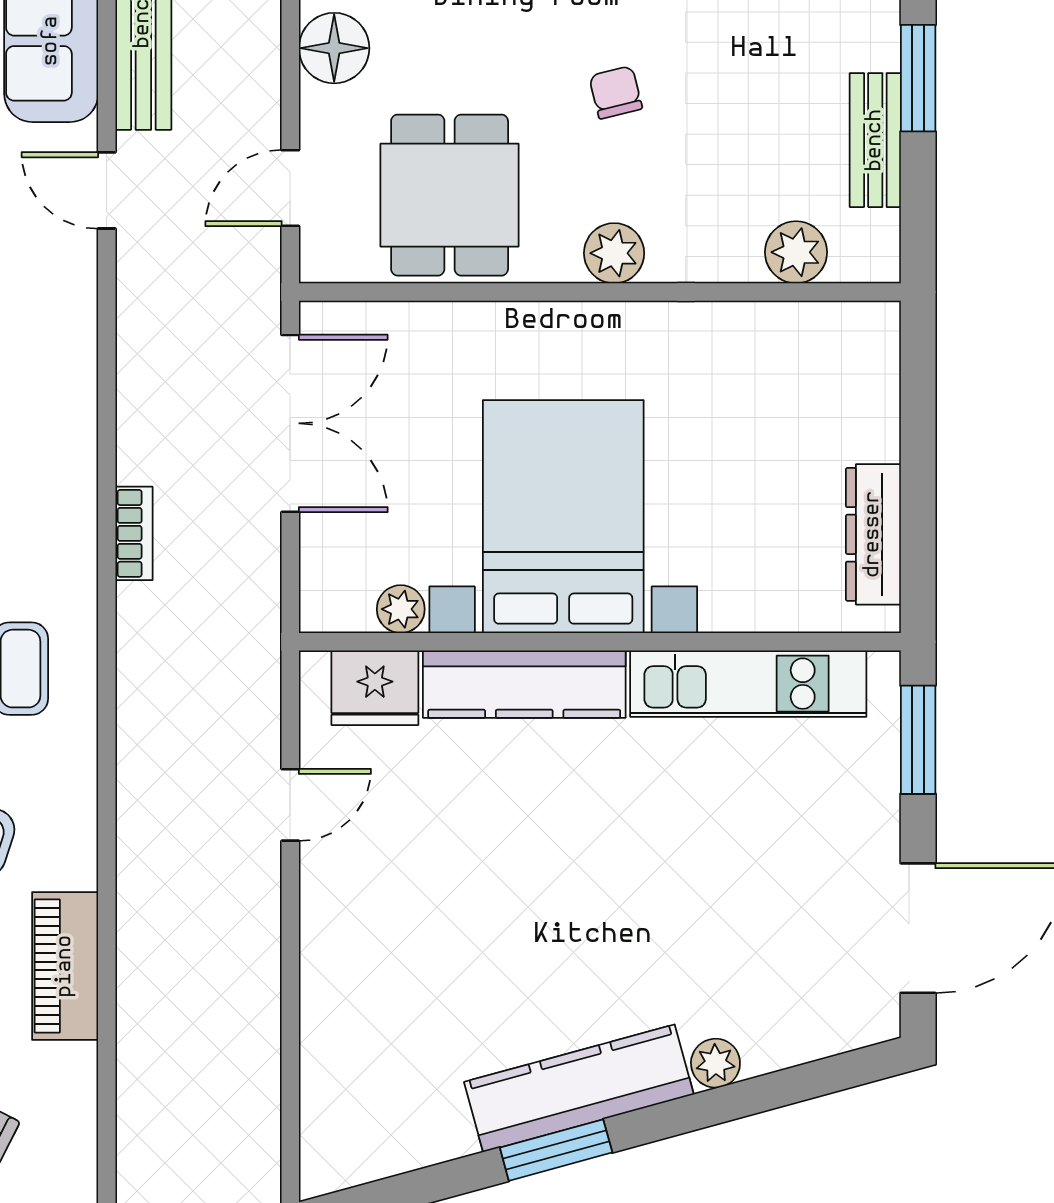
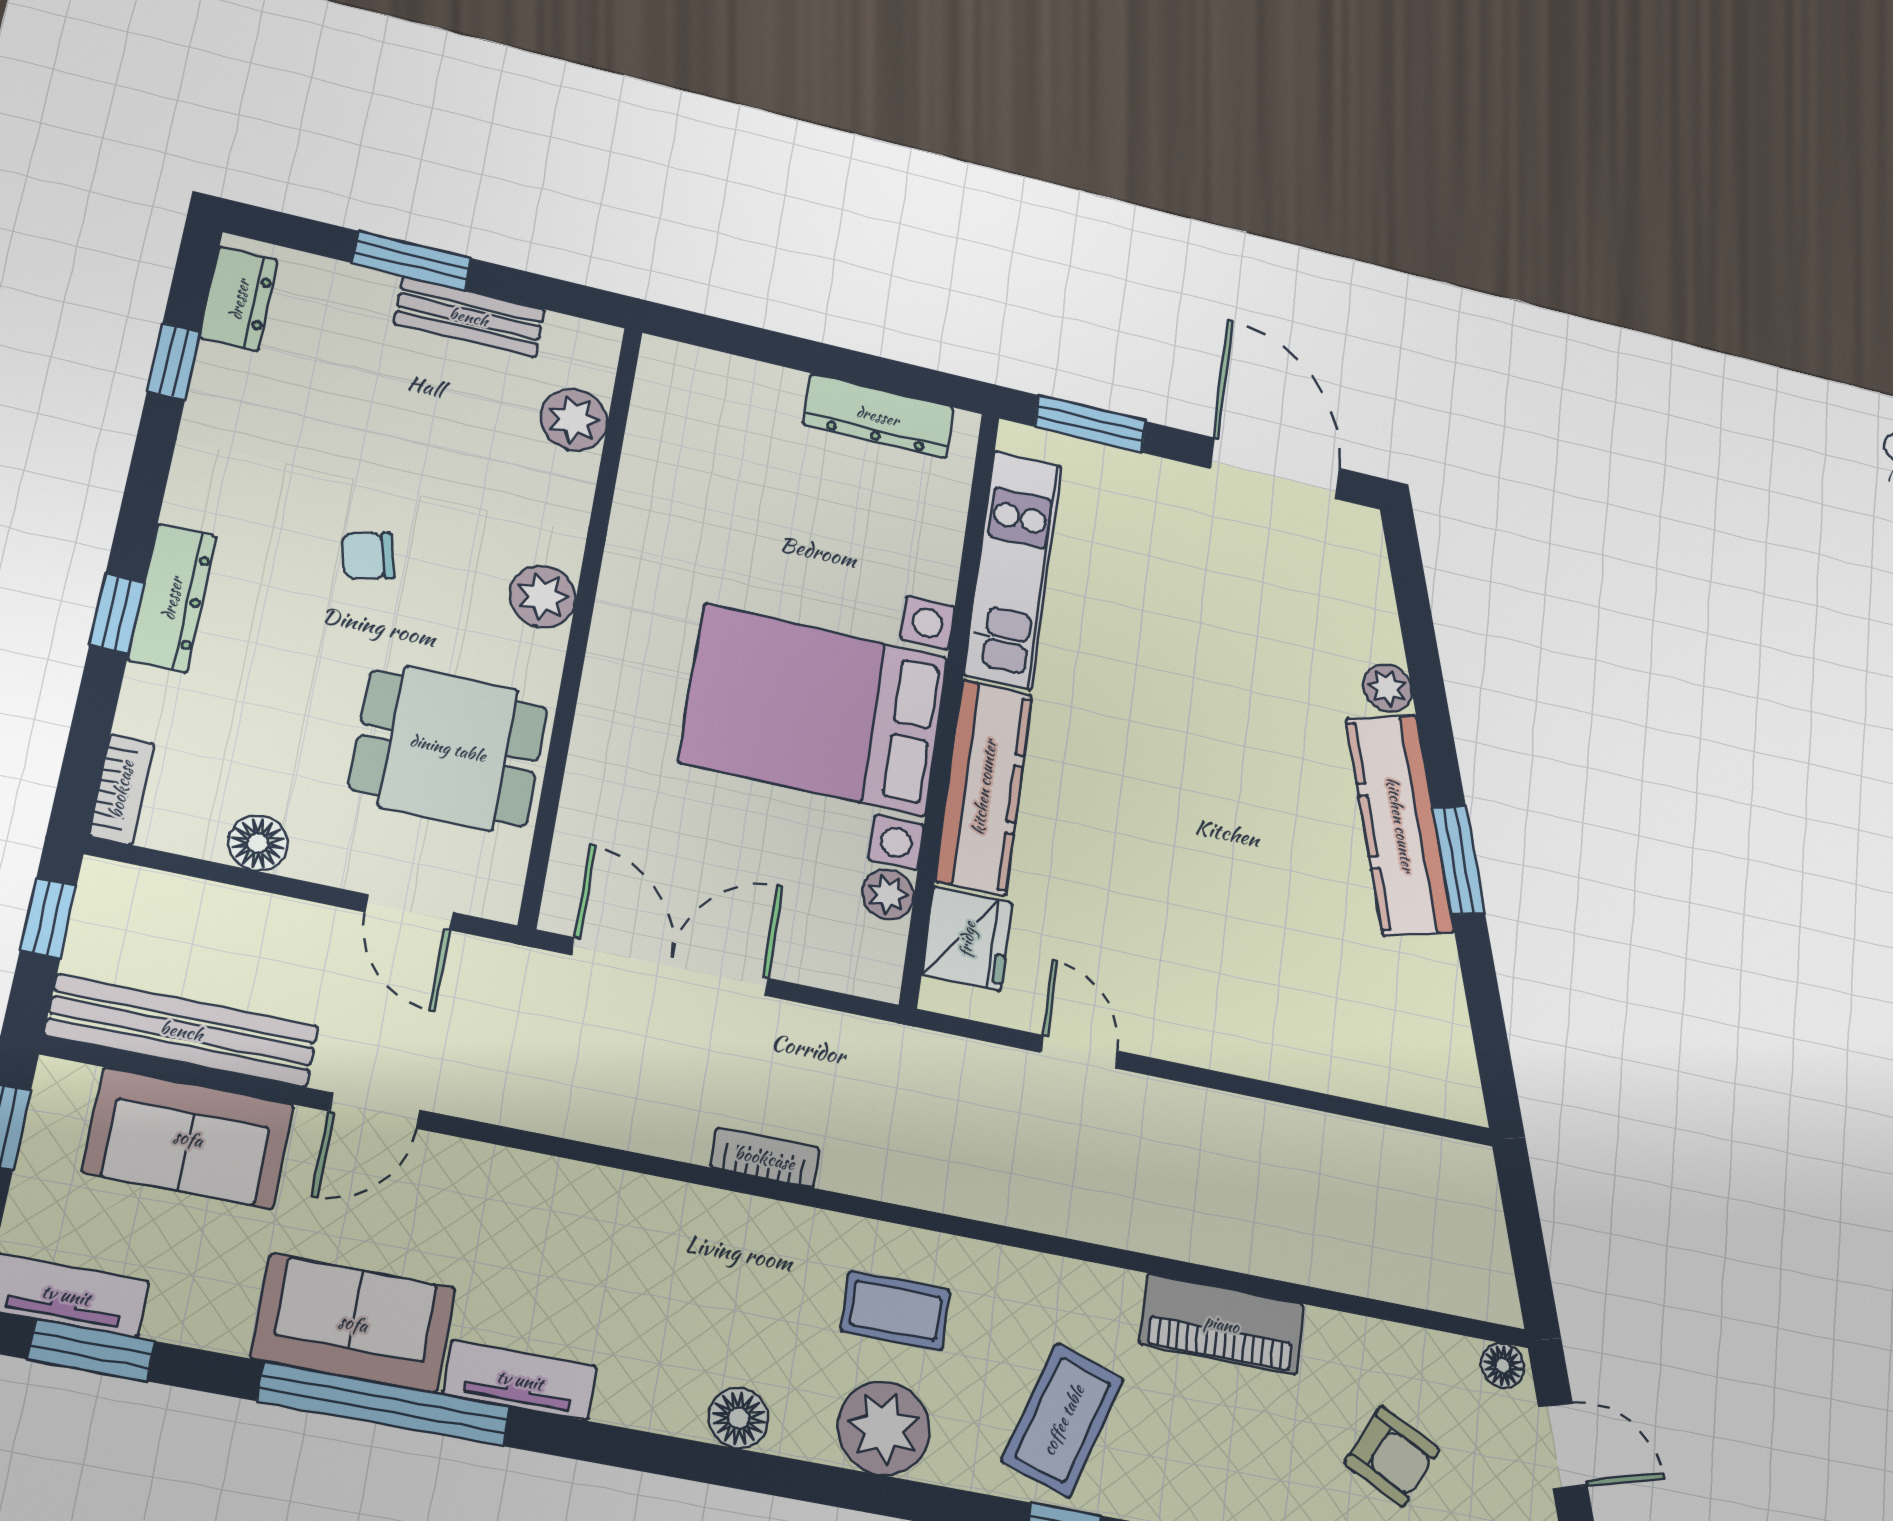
floor lamp: (334, 48) -> (258, 843), width x0.73, depth x0.73

